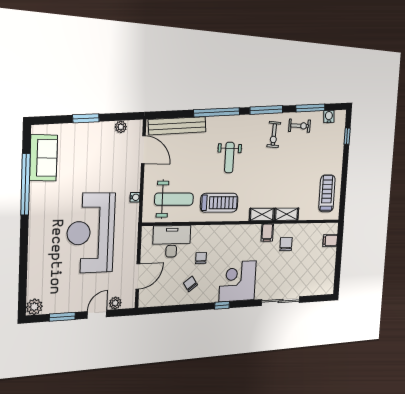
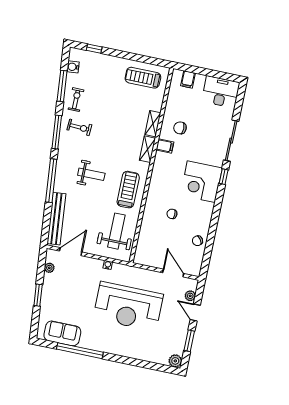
desk: (172, 241) -> (221, 92), moved, turned 90
chair: (190, 284) -> (197, 241), moved
window: (222, 305) -> (224, 177), moved

